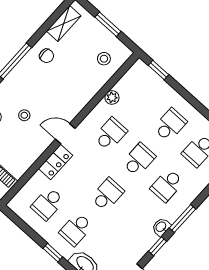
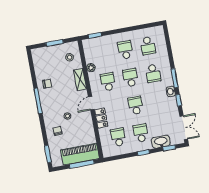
shelving: (64, 23) -> (80, 79), moved
school desk: (48, 204) -> (118, 137), turned 180
school desk: (76, 229) -> (141, 133), turned 180

